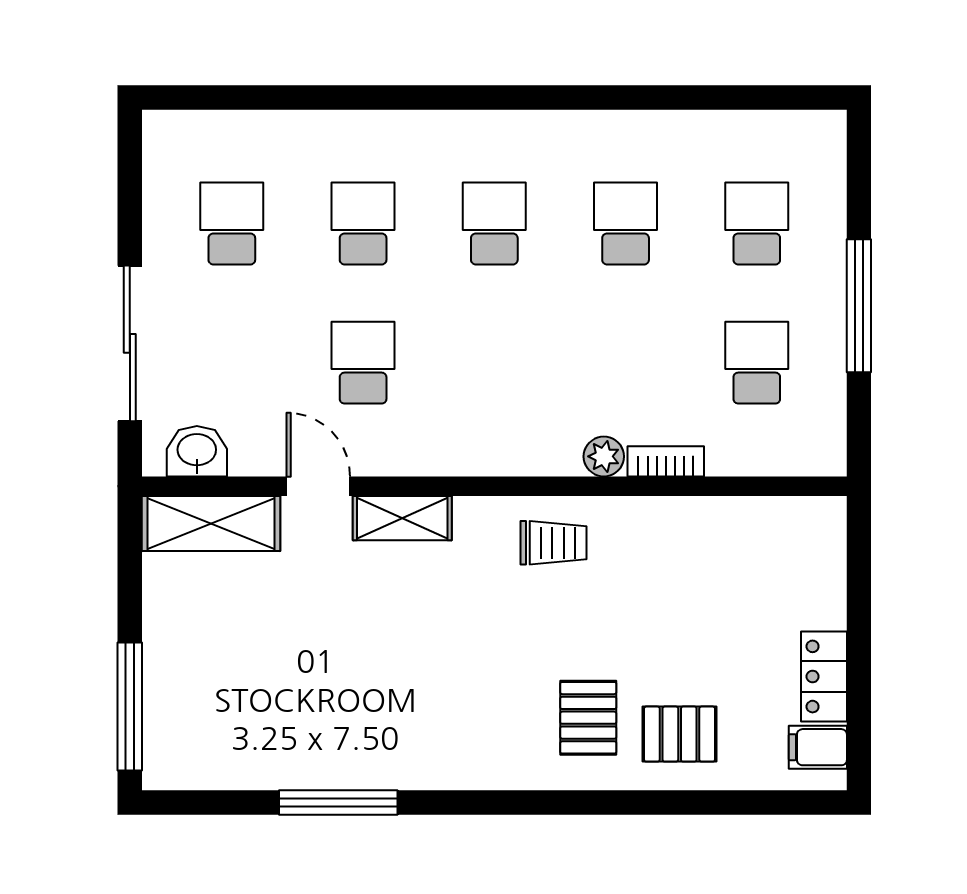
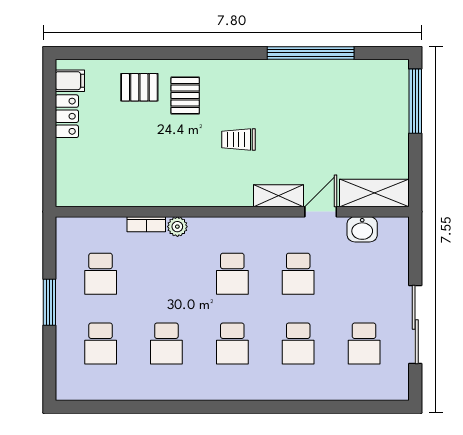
window: (859, 306) -> (49, 302), width x0.69
sliding door: (130, 343) -> (415, 325), moved
school desk: (494, 363) -> (232, 274), added
washbasin: (197, 451) -> (362, 229), moved
door: (318, 486) -> (321, 212), swing flipped
trolley: (554, 543) -> (238, 140), moved
window: (338, 802) -> (311, 53), width x1.46

